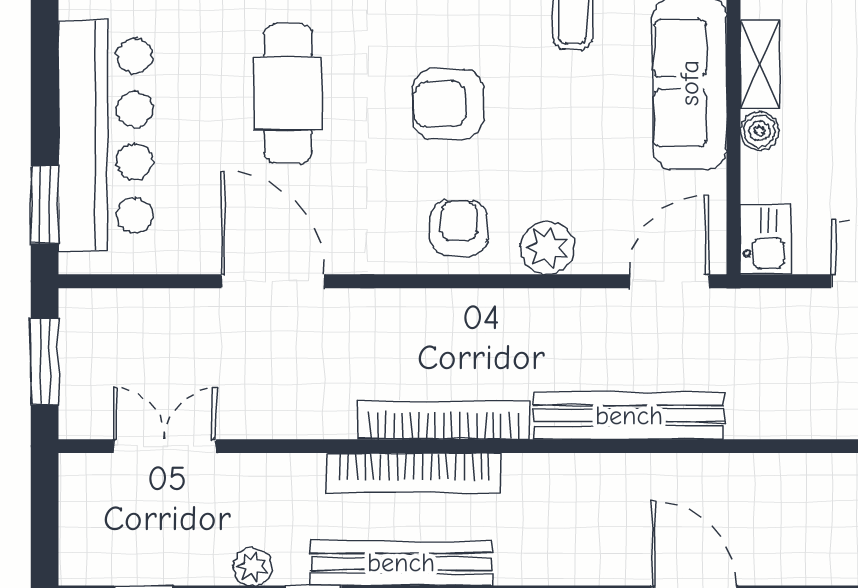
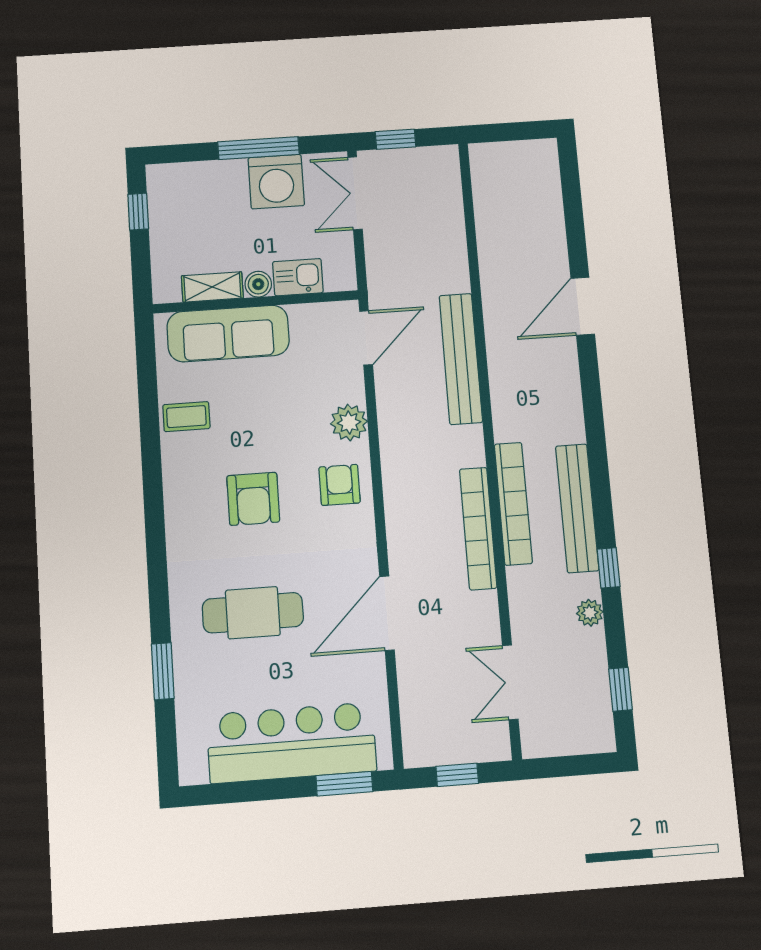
armchair: (459, 228) -> (340, 485), turned 90
kitchen sink: (766, 239) -> (298, 277), moved
door: (669, 281) -> (366, 338), swing flipped
window: (45, 361) -> (457, 775), width x0.67
bookcase: (444, 420) -> (478, 528), moved

